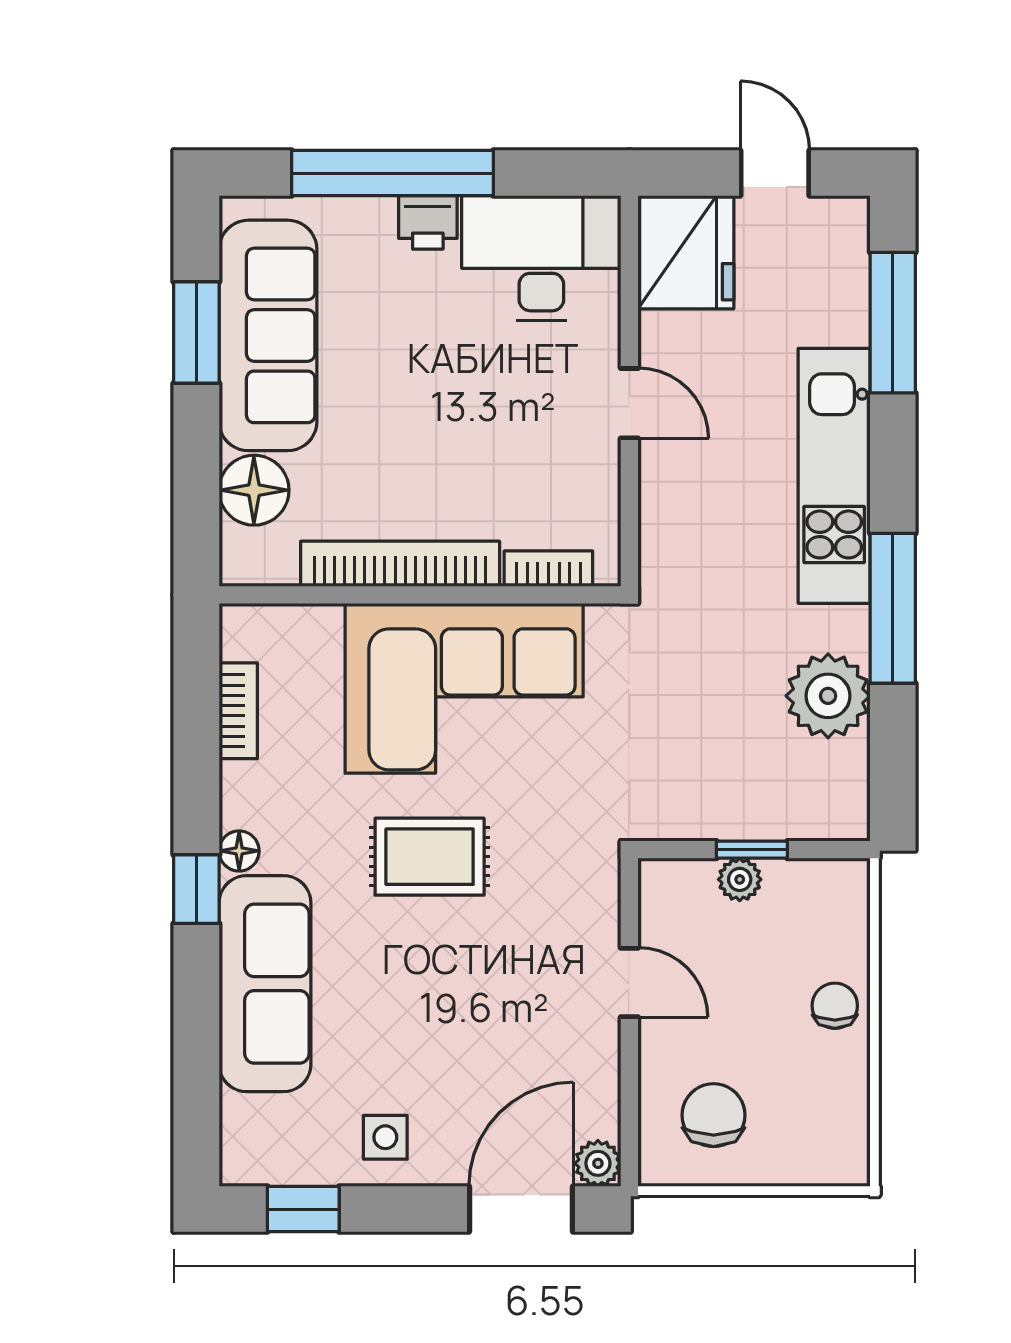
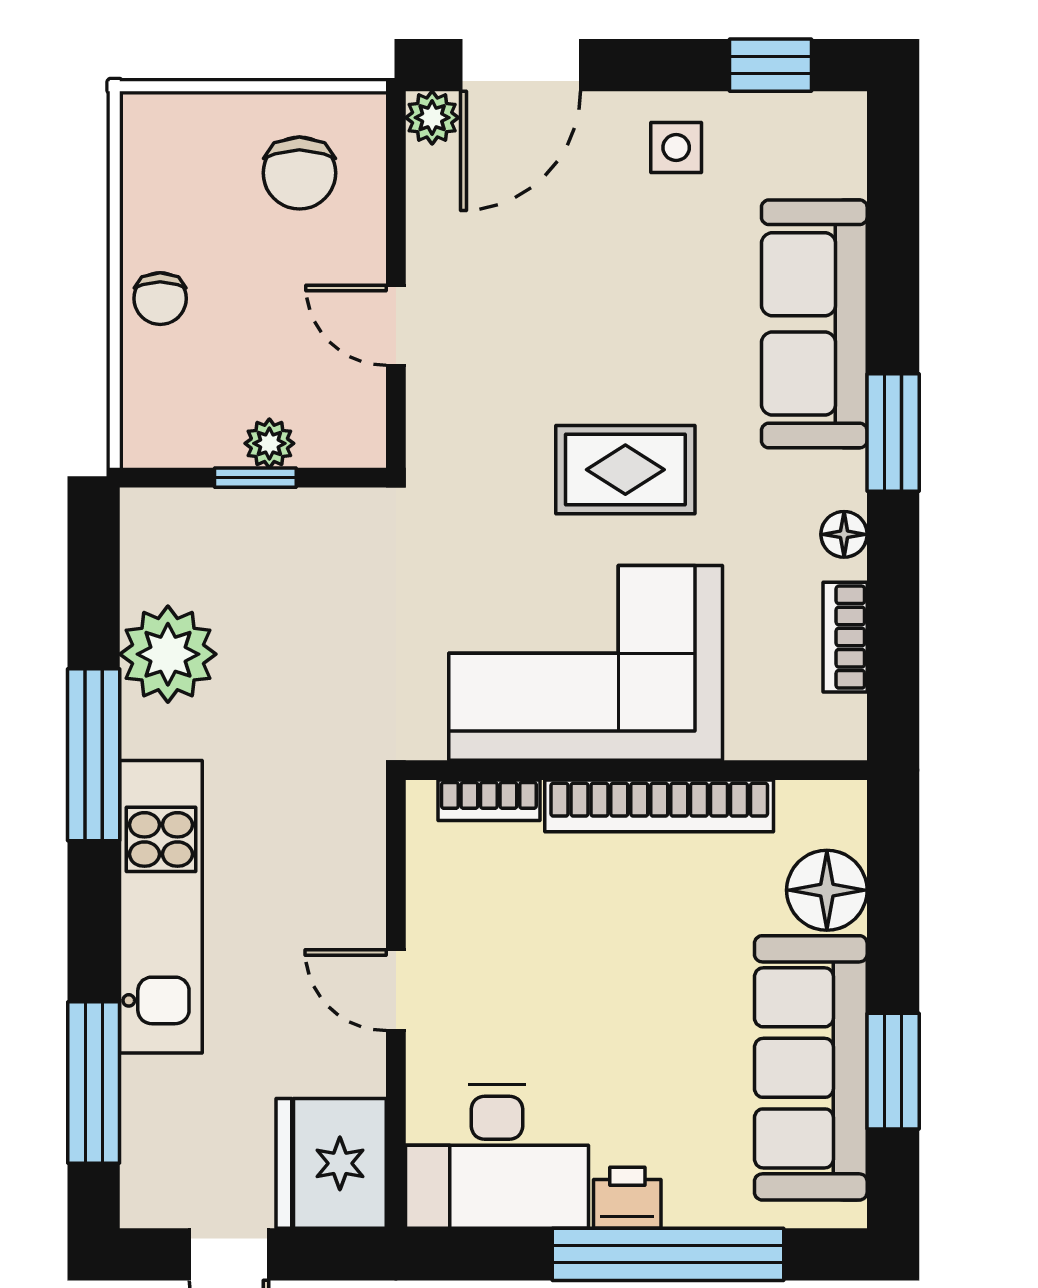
floor lamp: (239, 851) -> (844, 534), moved
window: (196, 889) -> (893, 432), width x1.50

